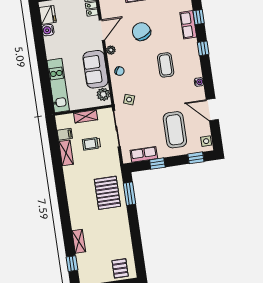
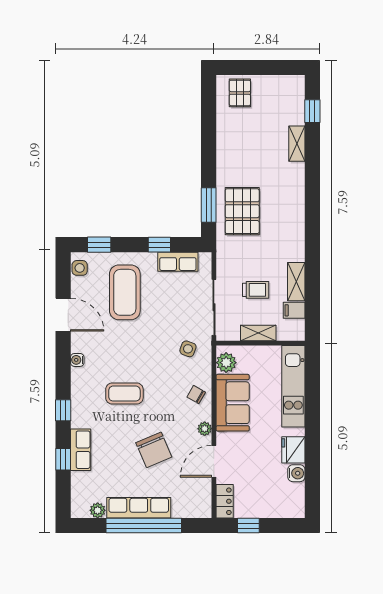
fridge: (48, 15) -> (293, 450), moved
coffee table: (166, 65) -> (124, 394), turned 90

